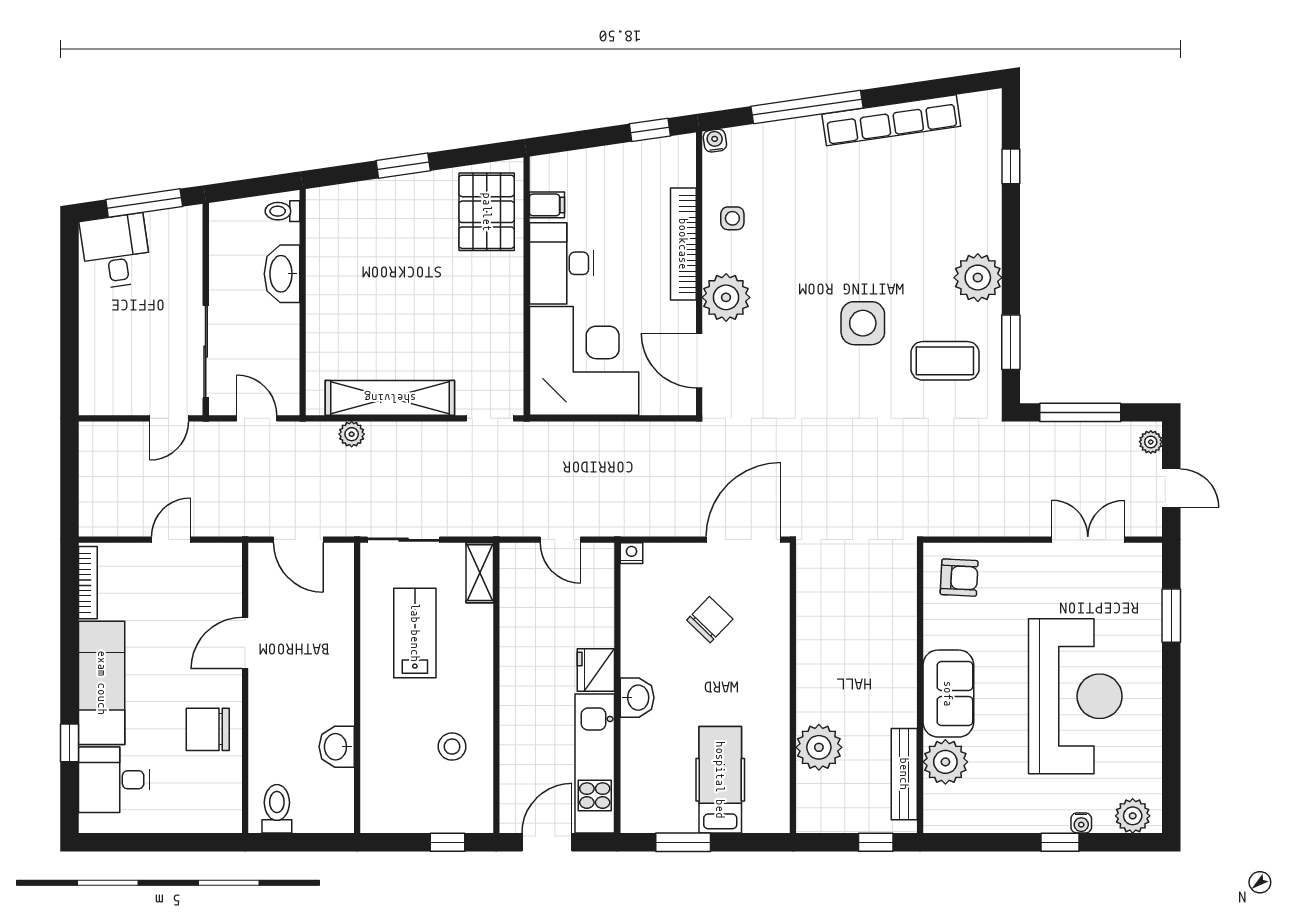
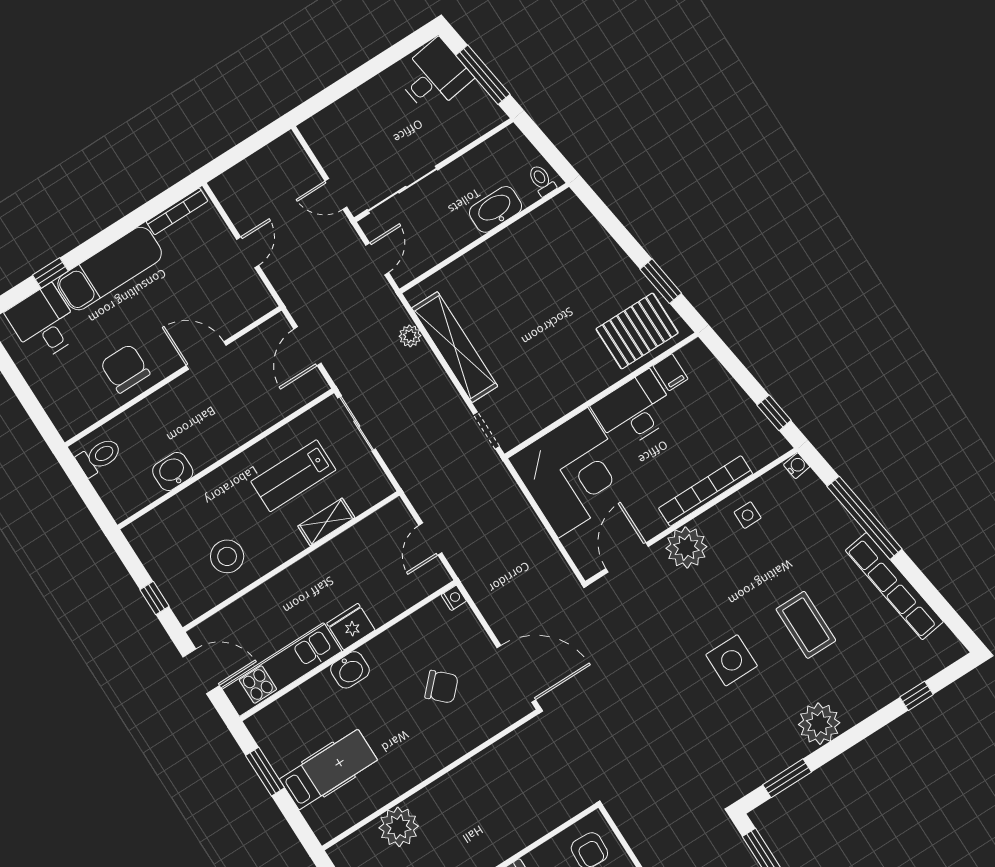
window: (403, 166) -> (661, 281), moved
coffee table: (945, 361) -> (806, 625), moved
door: (171, 540) -> (248, 252), hinge flipped
shelving: (480, 573) -> (326, 522), moved
lab bench: (415, 633) -> (293, 476), turned 180
stool: (452, 747) -> (227, 556), width x1.38, depth x1.38

